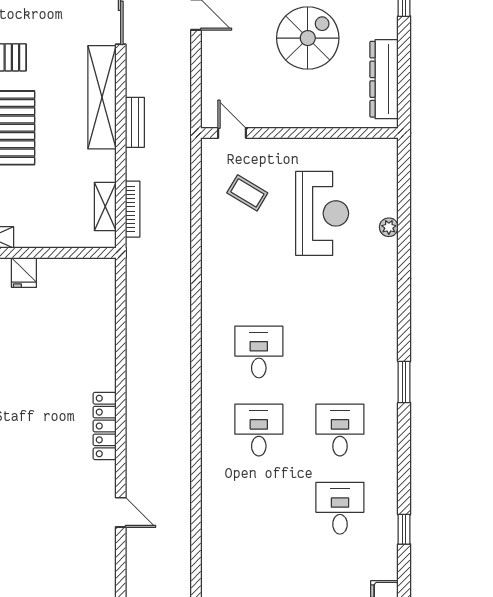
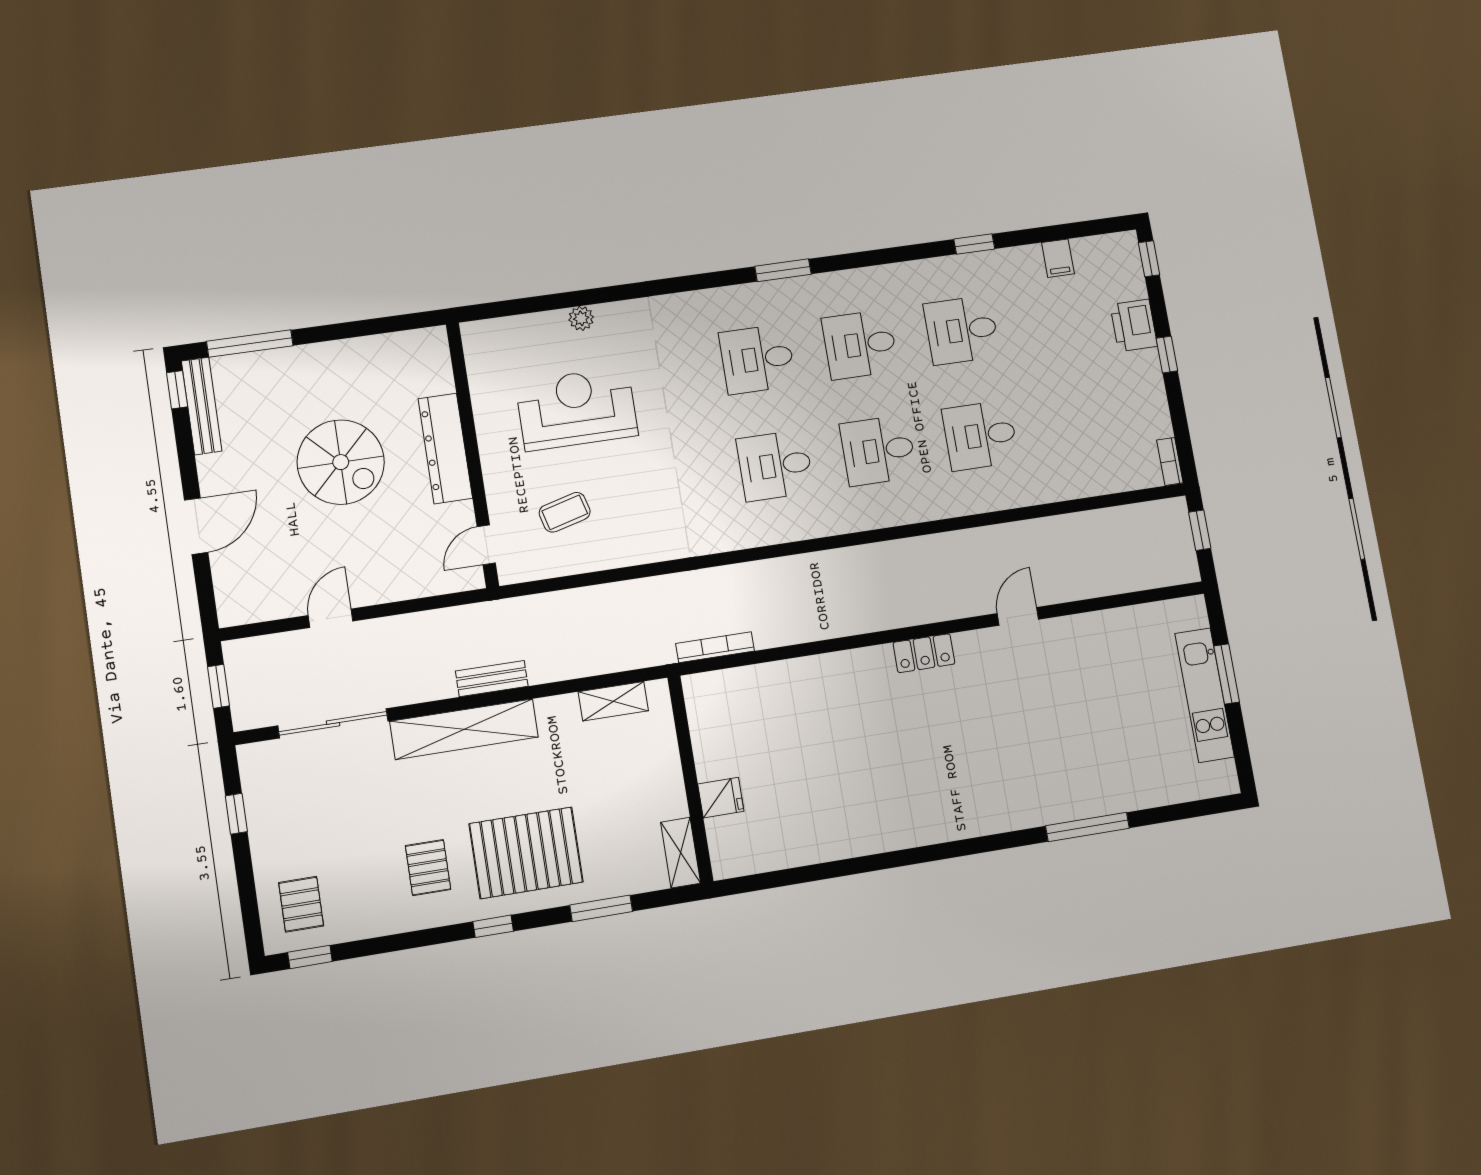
spiral stairs: (308, 38) -> (341, 462), turned 180
dresser: (384, 79) -> (445, 448), moved, turned 90
coffee table: (247, 193) -> (565, 512), turned 44
bookcase: (133, 209) -> (715, 647), moved
desk: (340, 352) -> (757, 359), added
locker: (105, 426) -> (924, 653), width x0.66
desk: (259, 508) -> (980, 435), added

